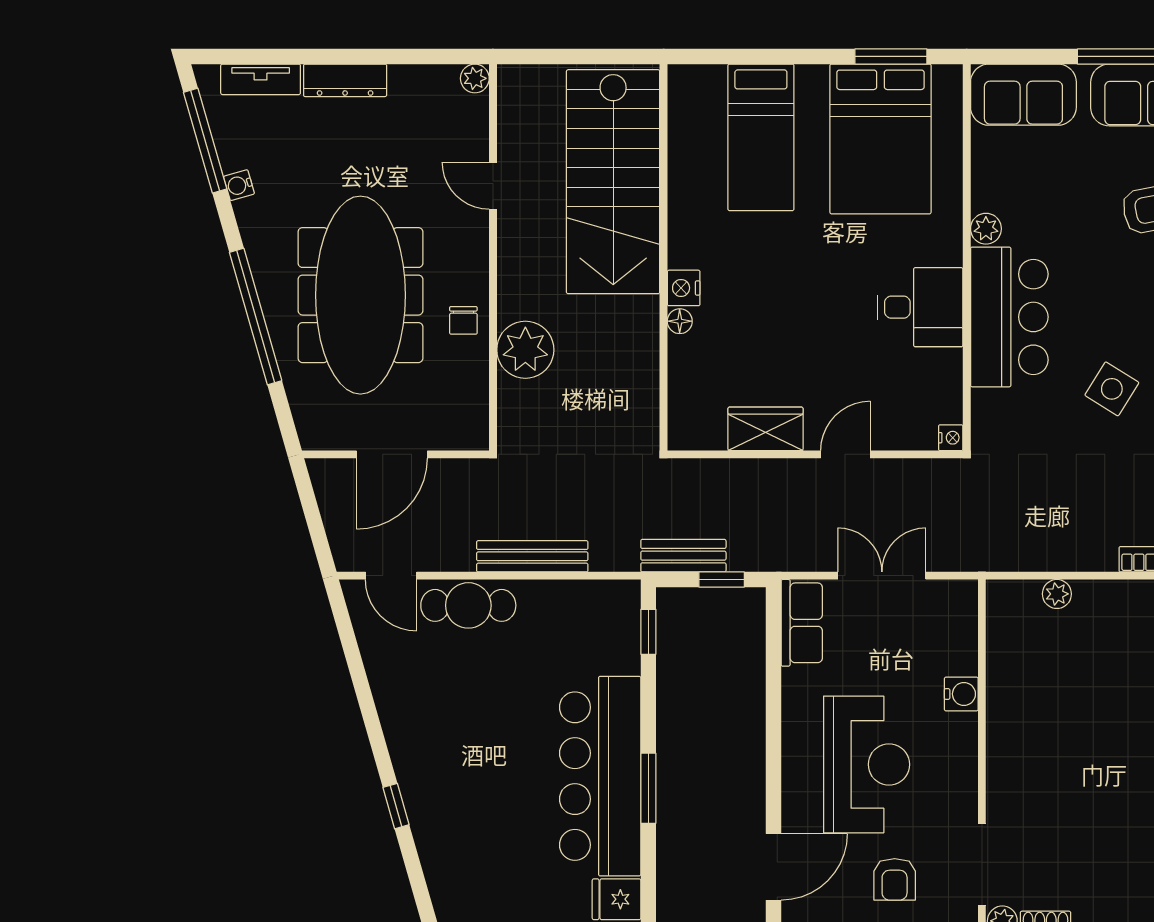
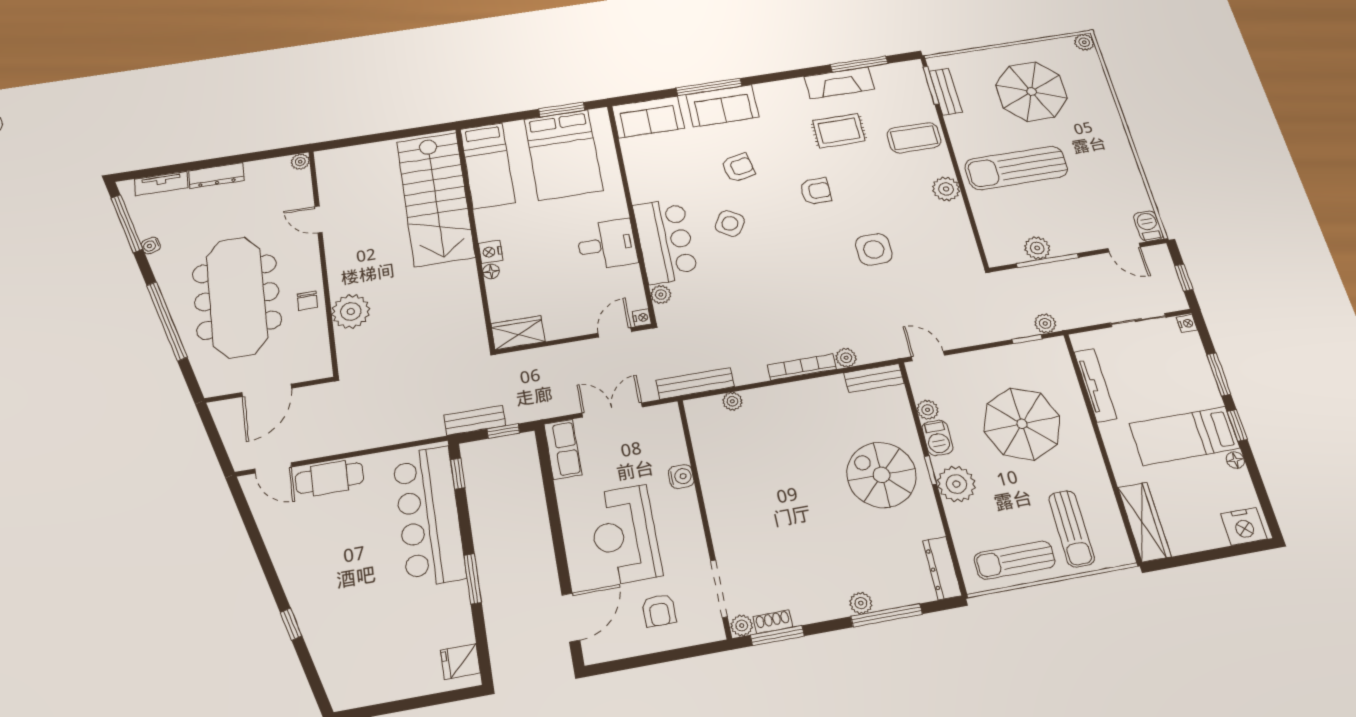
stairs: (613, 182) -> (436, 199), moved
plant: (986, 229) -> (661, 295), moved
wall: (664, 257) -> (475, 236), moved
nightstand: (684, 288) -> (491, 252), moved
floor lamp: (680, 321) -> (491, 271), moved
side table: (1112, 389) -> (730, 223), moved
door: (845, 454) -> (615, 332), moved
bench: (532, 556) -> (695, 383), moved
reception desk: (867, 764) -> (625, 535), turned 180
bar counter: (600, 776) -> (429, 516), moved

